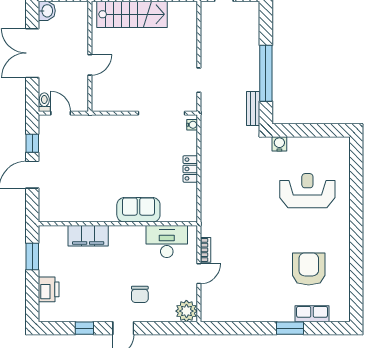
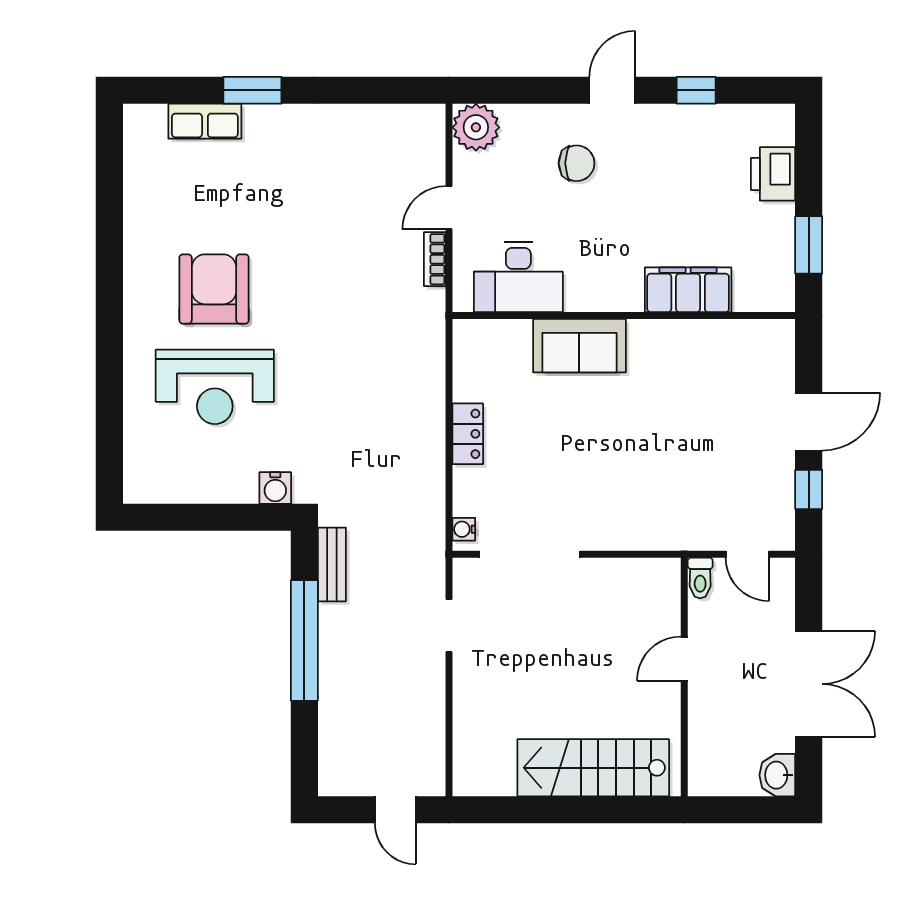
toilet: (44, 102) -> (700, 578), moved
armchair: (309, 269) -> (214, 289), moved, turned 180
chair: (140, 294) -> (577, 163), turned 90

